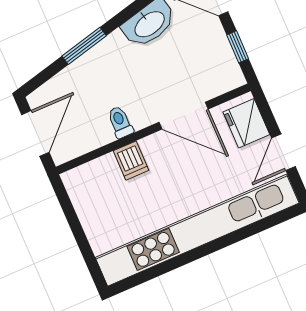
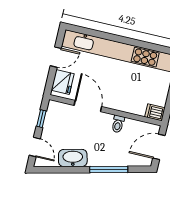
window: (84, 46) -> (109, 169), width x1.44
dishwasher: (131, 161) -> (155, 112), moved, turned -90

